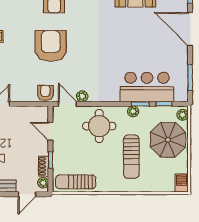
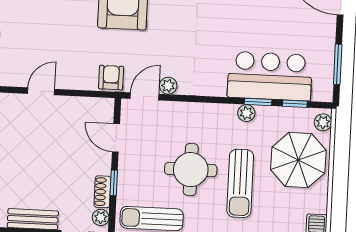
door: (67, 104) -> (145, 96), hinge flipped
round table: (99, 126) -> (191, 170), moved

